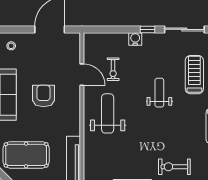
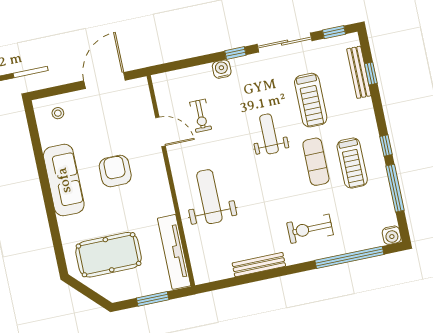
treadmill: (194, 75) -> (311, 100), turned 180
weight bench: (108, 113) -> (209, 197), moved
exercise mat: (189, 120) -> (316, 162), added

